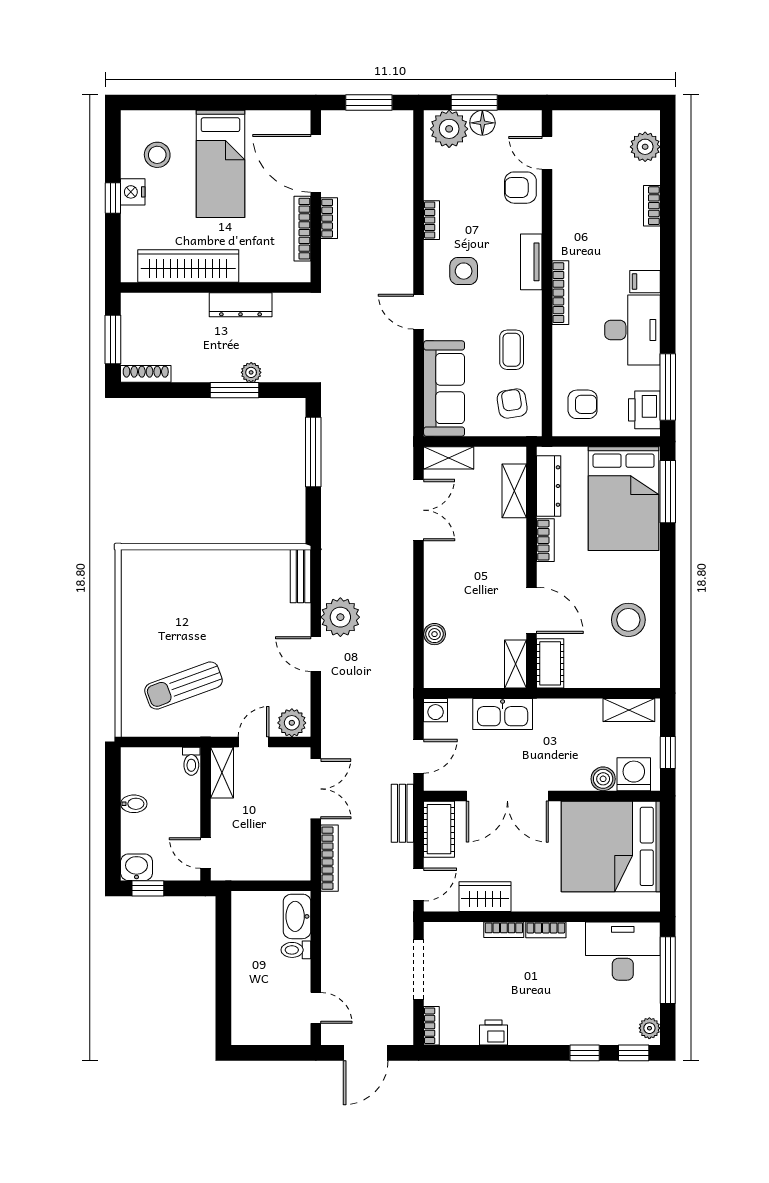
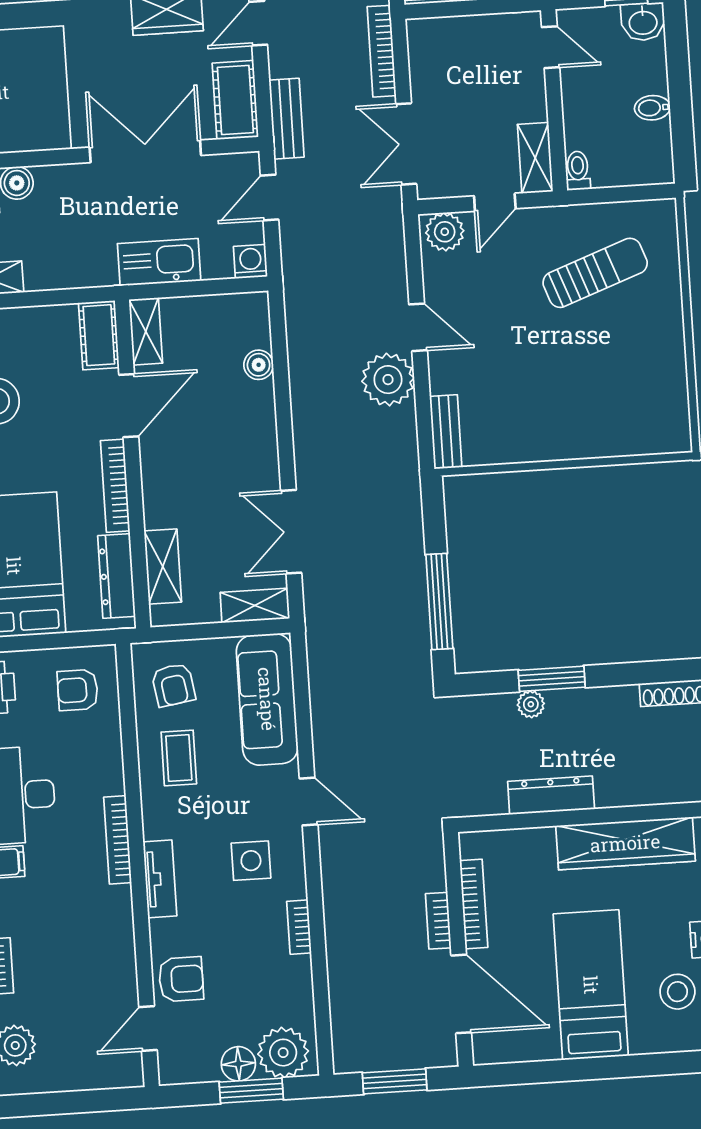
door: (547, 153) -> (148, 1028), swing flipped
bookcase: (545, 540) -> (115, 486), width x1.56
door: (532, 610) -> (129, 406), swing flipped

